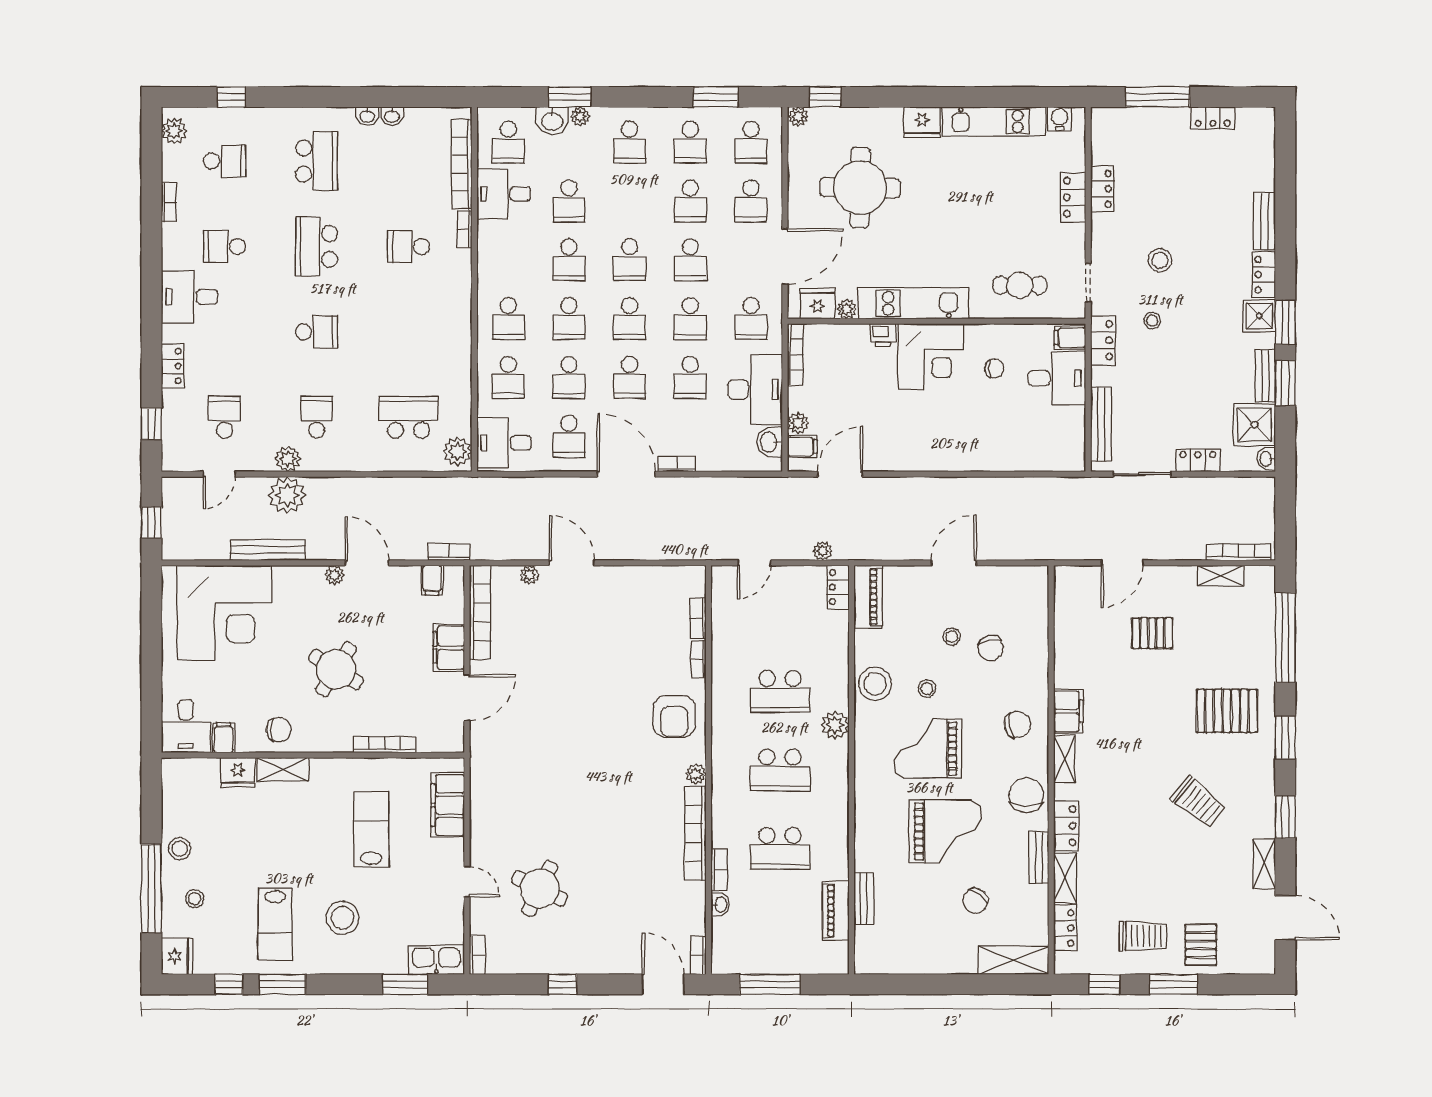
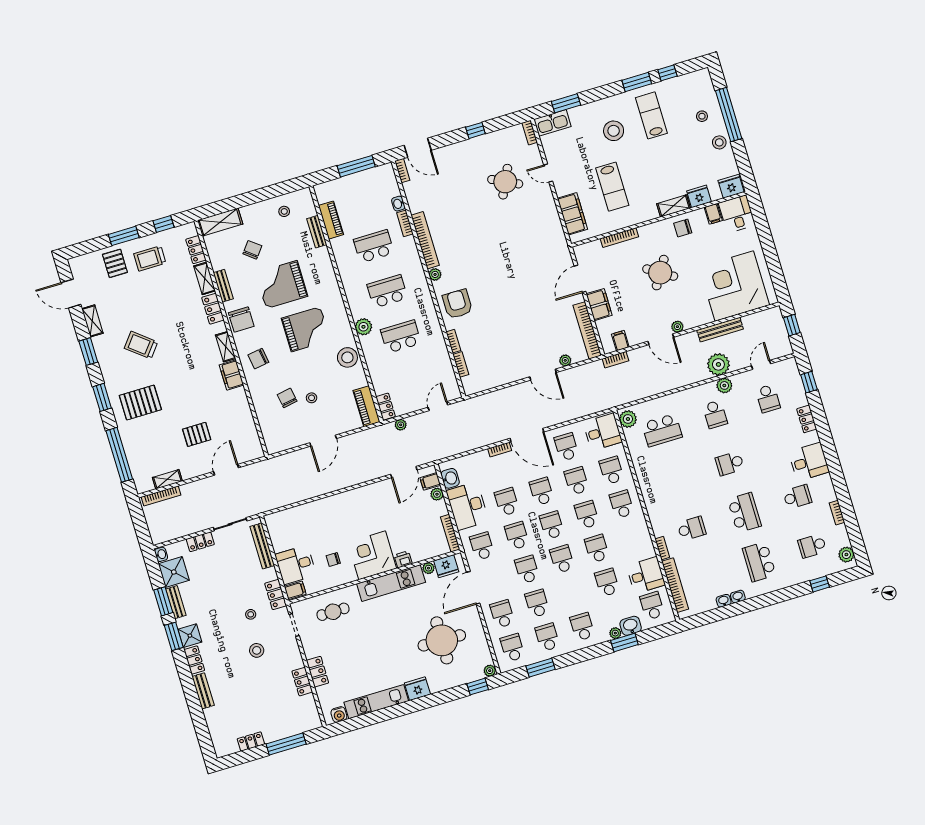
stool: (927, 689) -> (284, 211), moved
fridge: (177, 956) -> (731, 186), moved, turned 90

